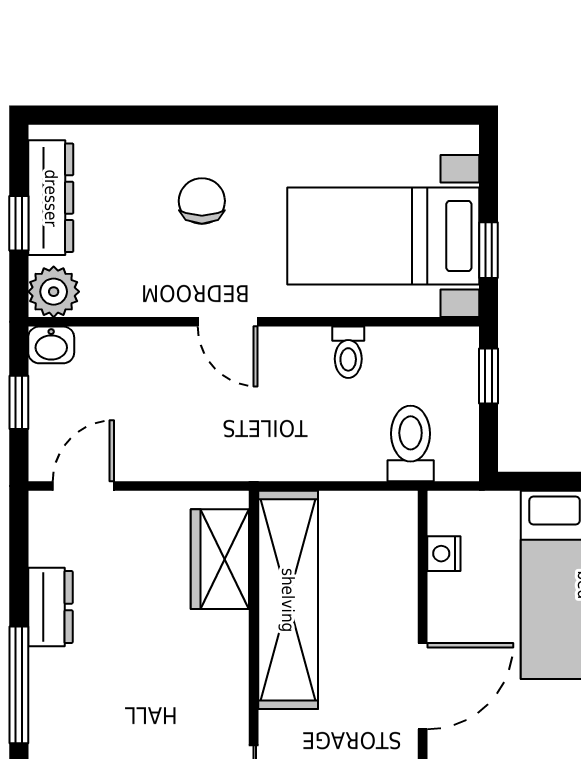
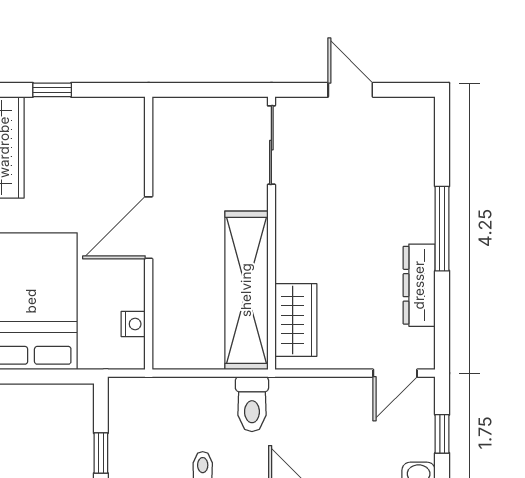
toilet: (411, 443) -> (252, 404), moved
dresser: (50, 607) -> (419, 285), width x1.44

